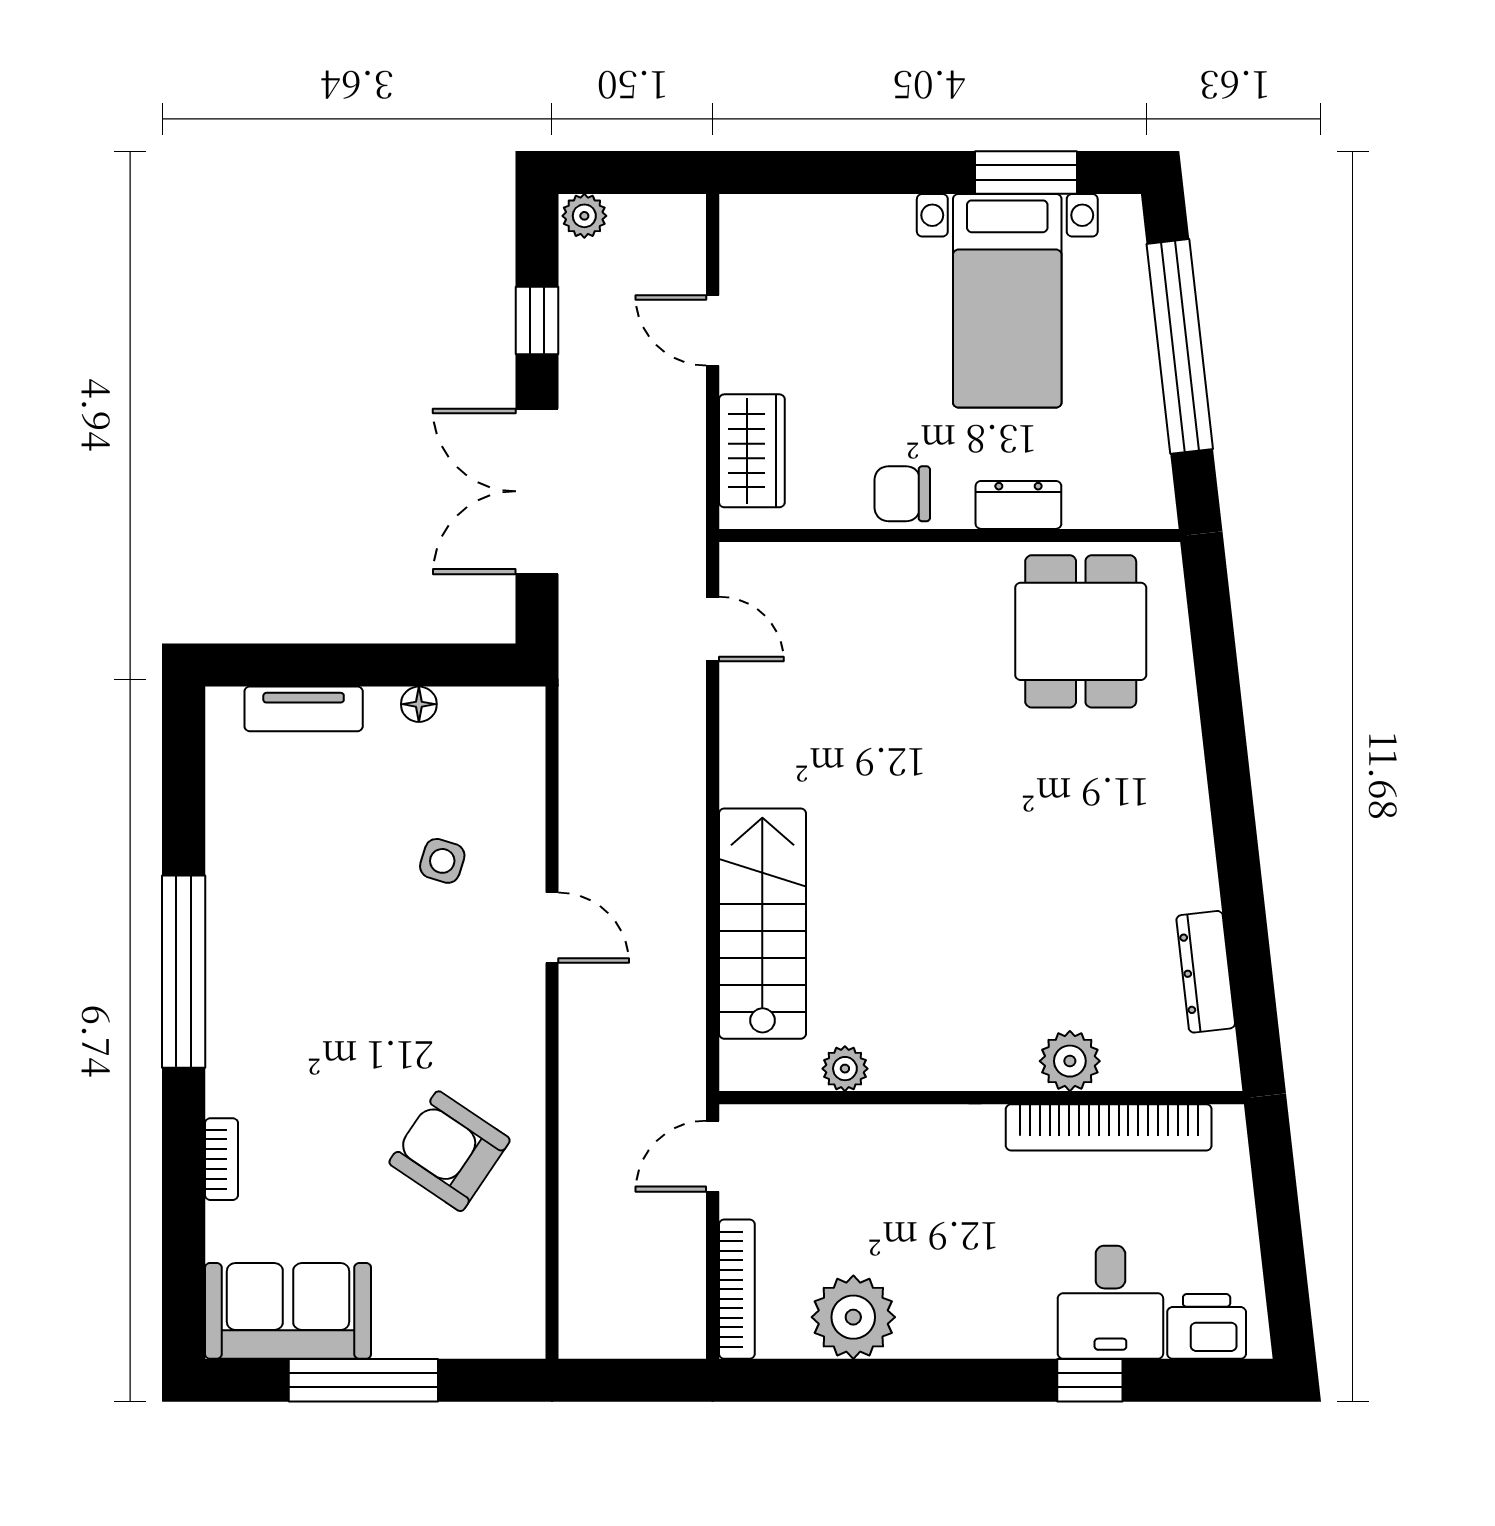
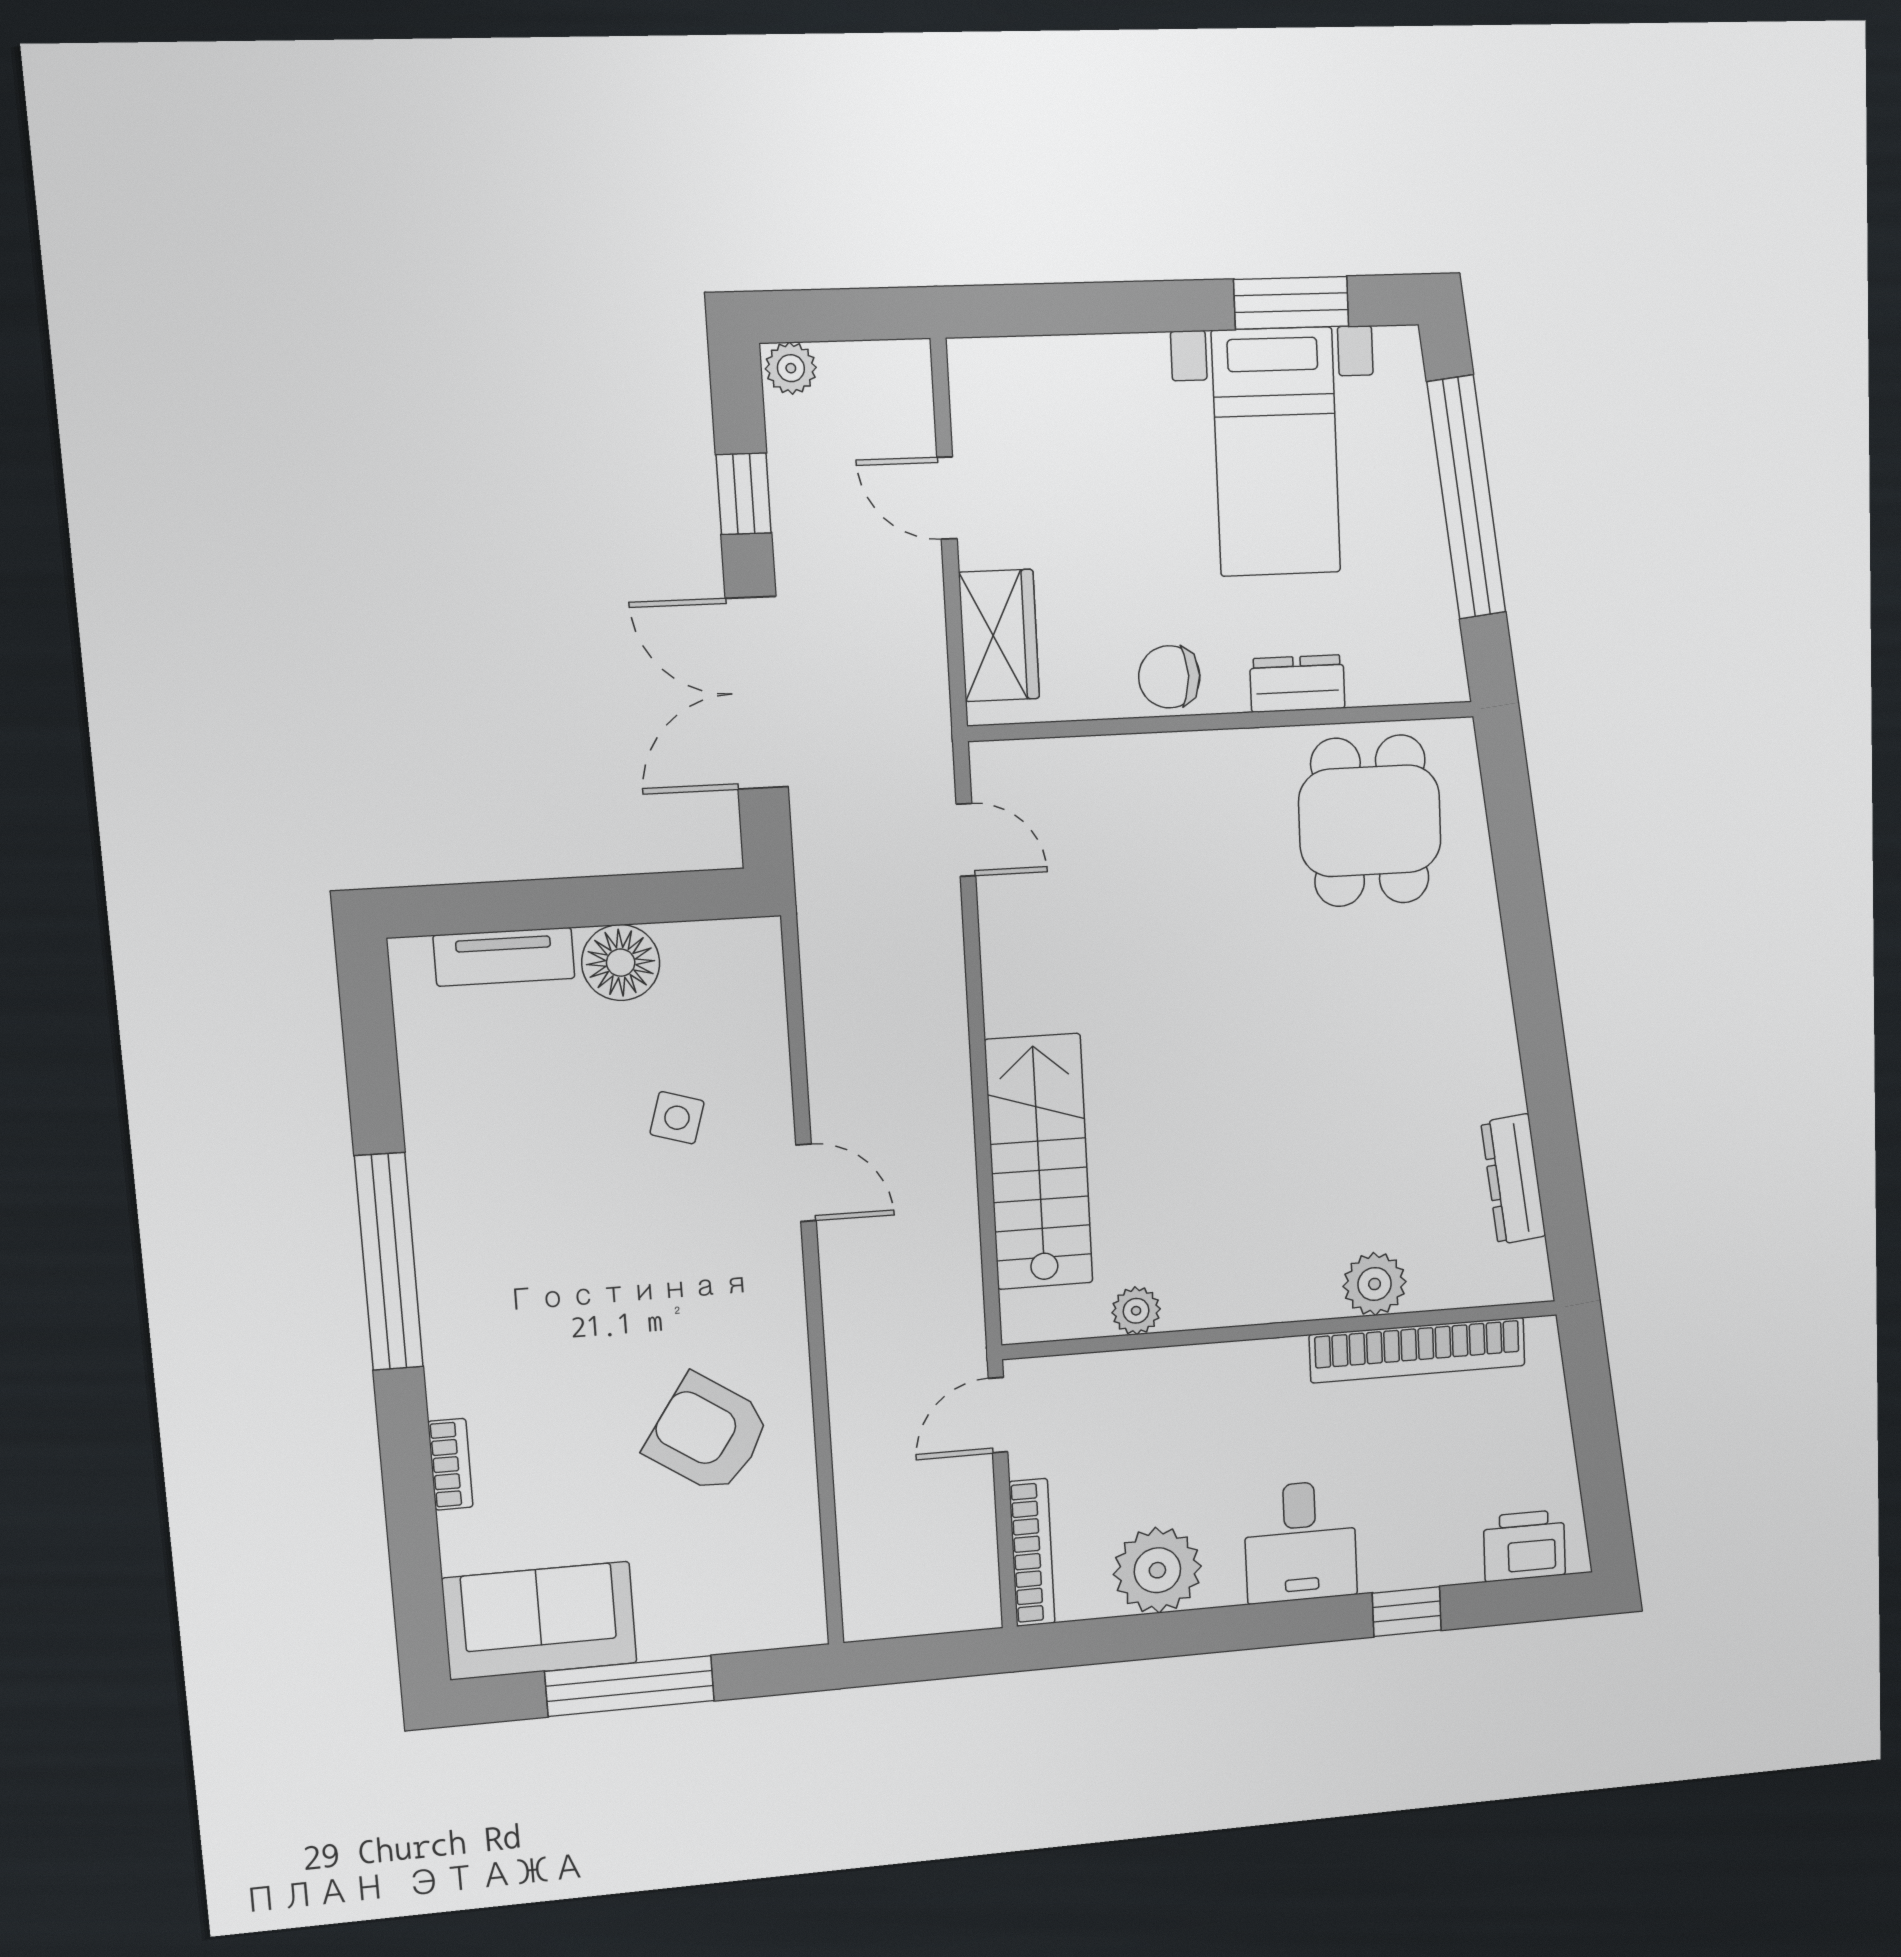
floor lamp: (419, 704) -> (621, 963), width x1.89, depth x1.89
desk: (1110, 1302) -> (1300, 1542), moved

